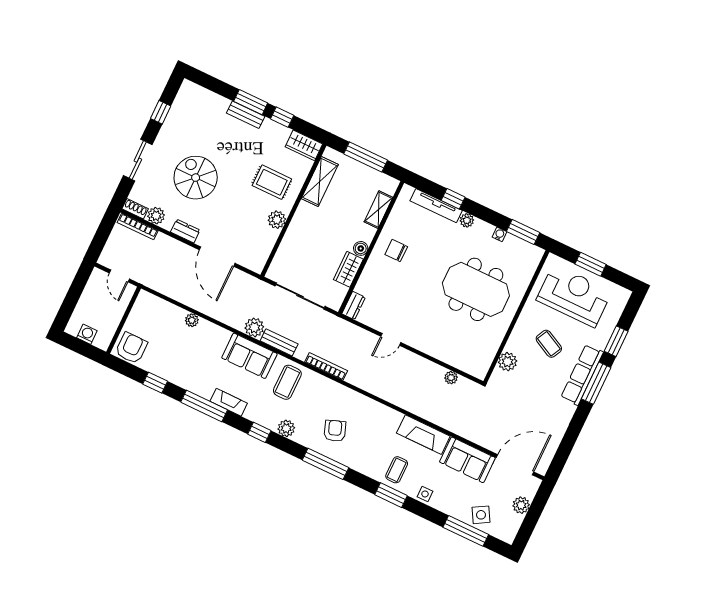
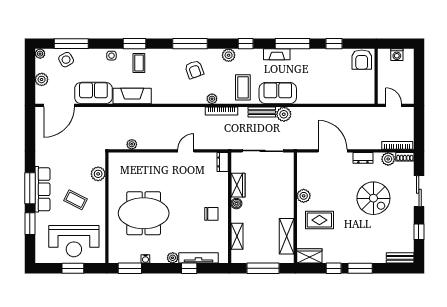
bench: (246, 115) -> (400, 258), moved
plant: (192, 320) -> (212, 99), moved
plant: (508, 537) -> (40, 54), added

